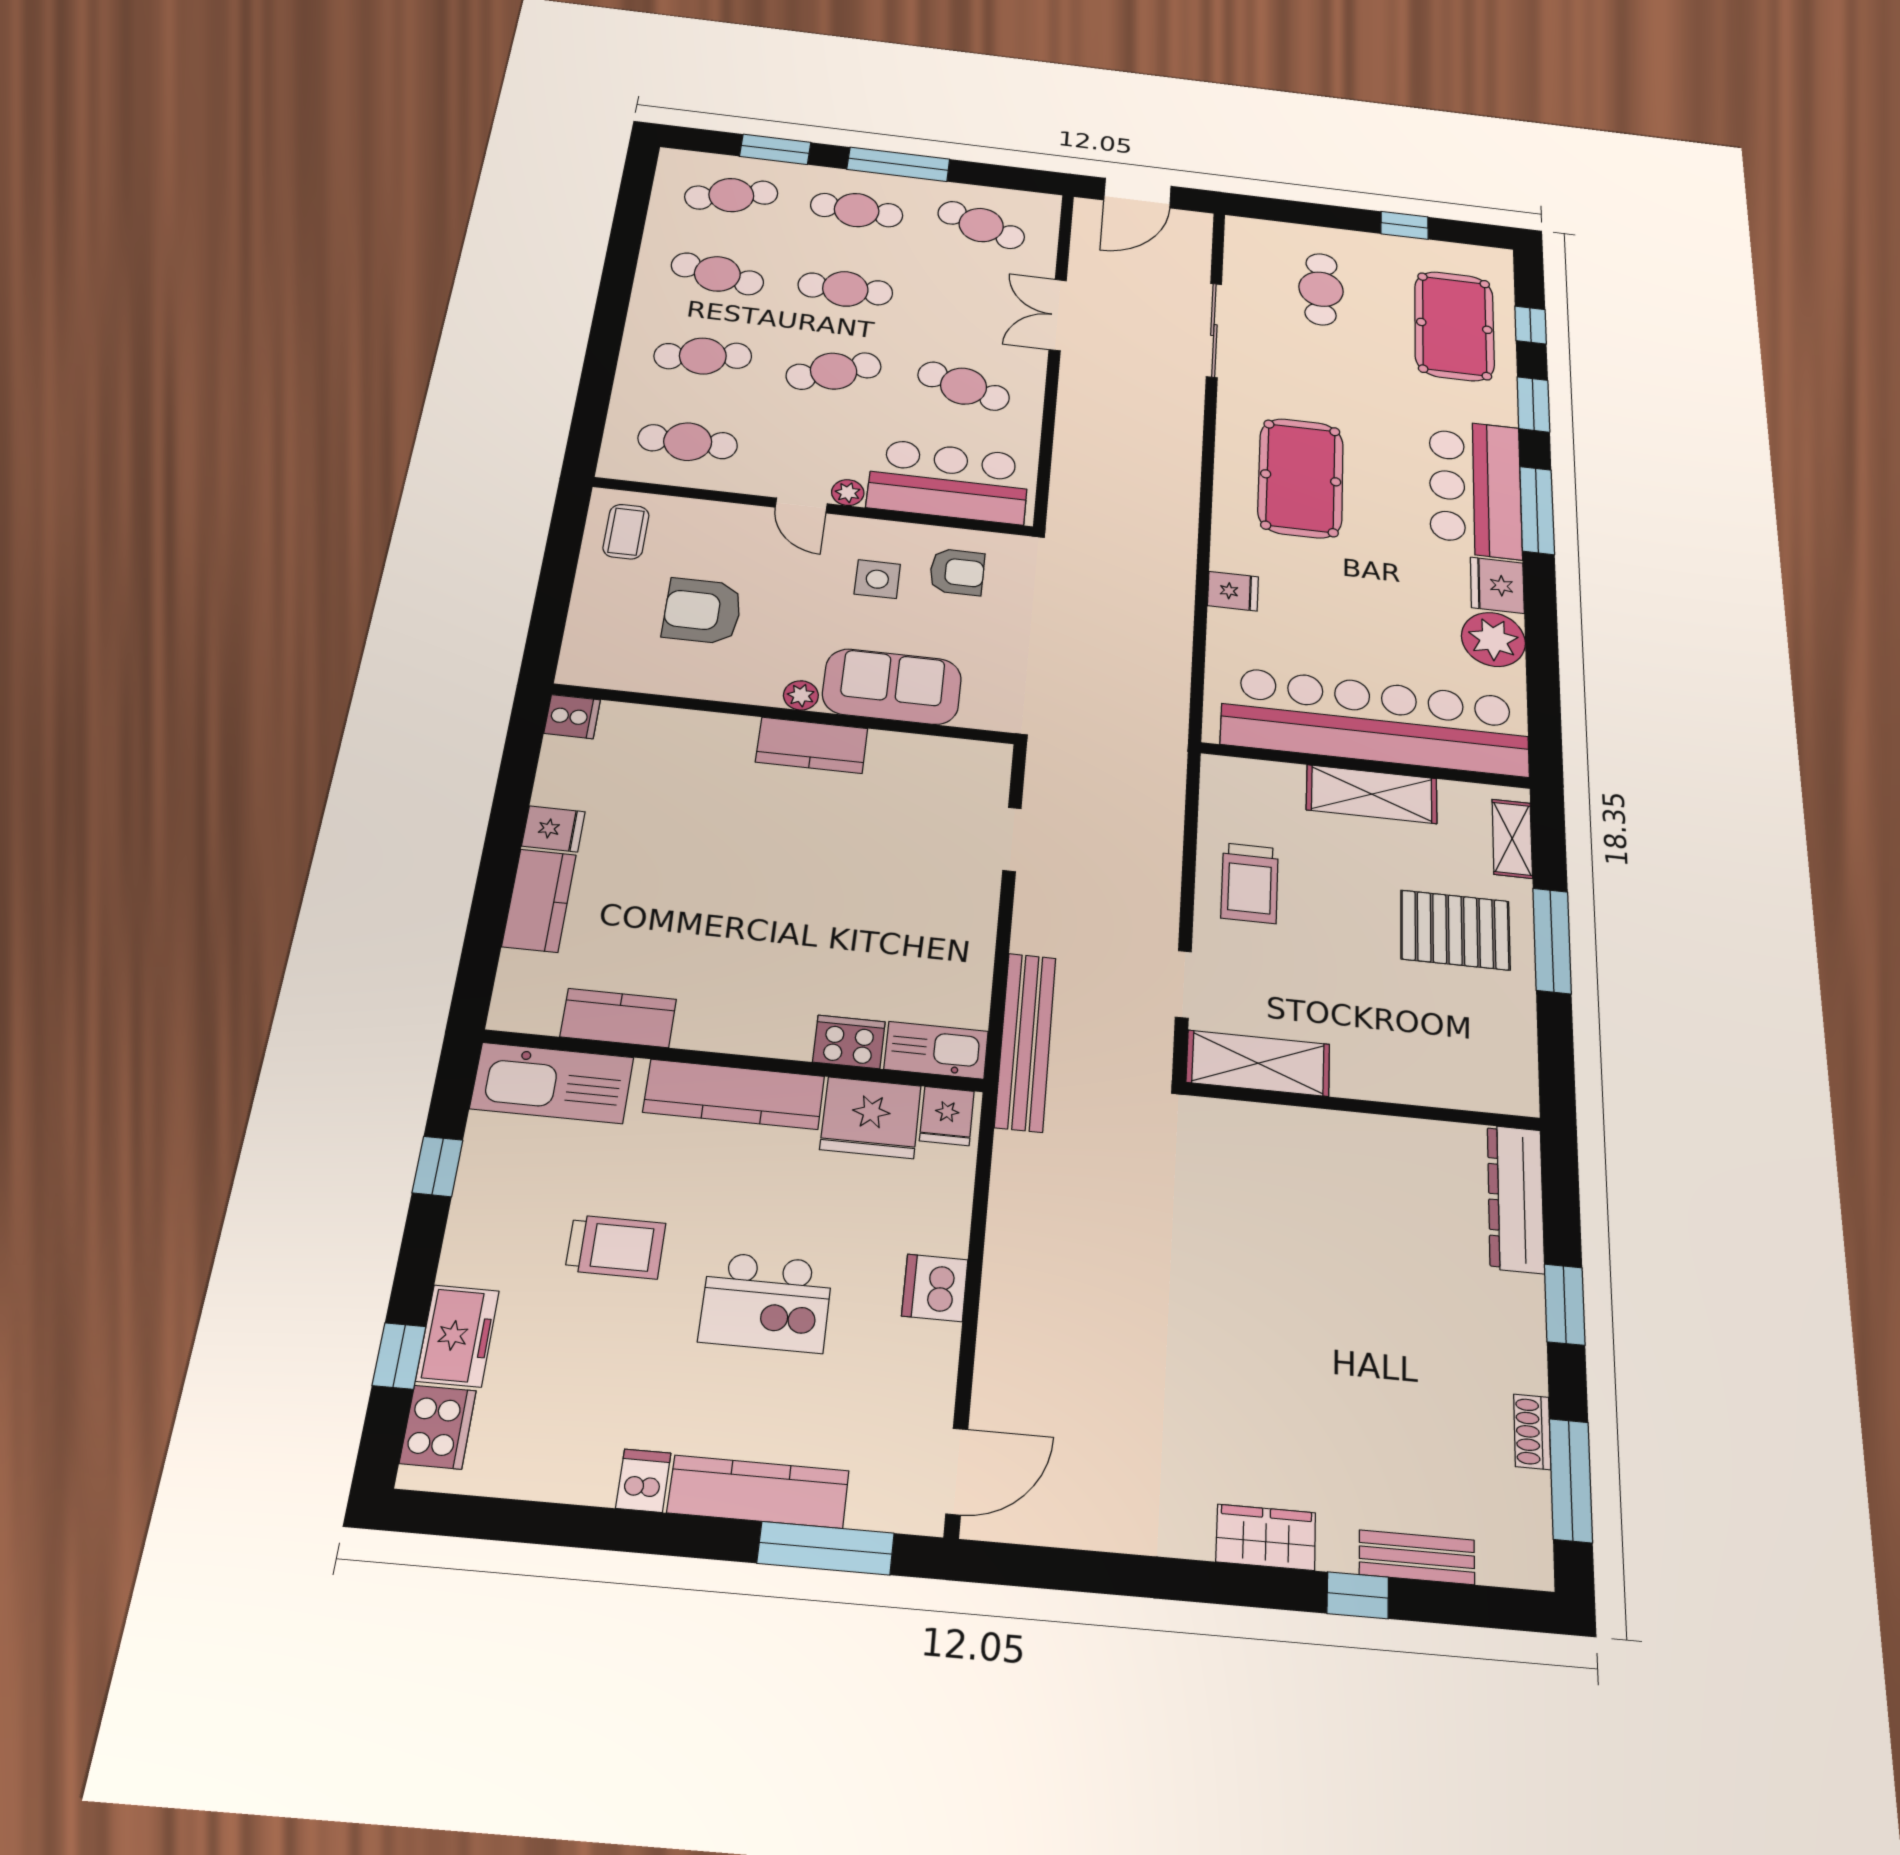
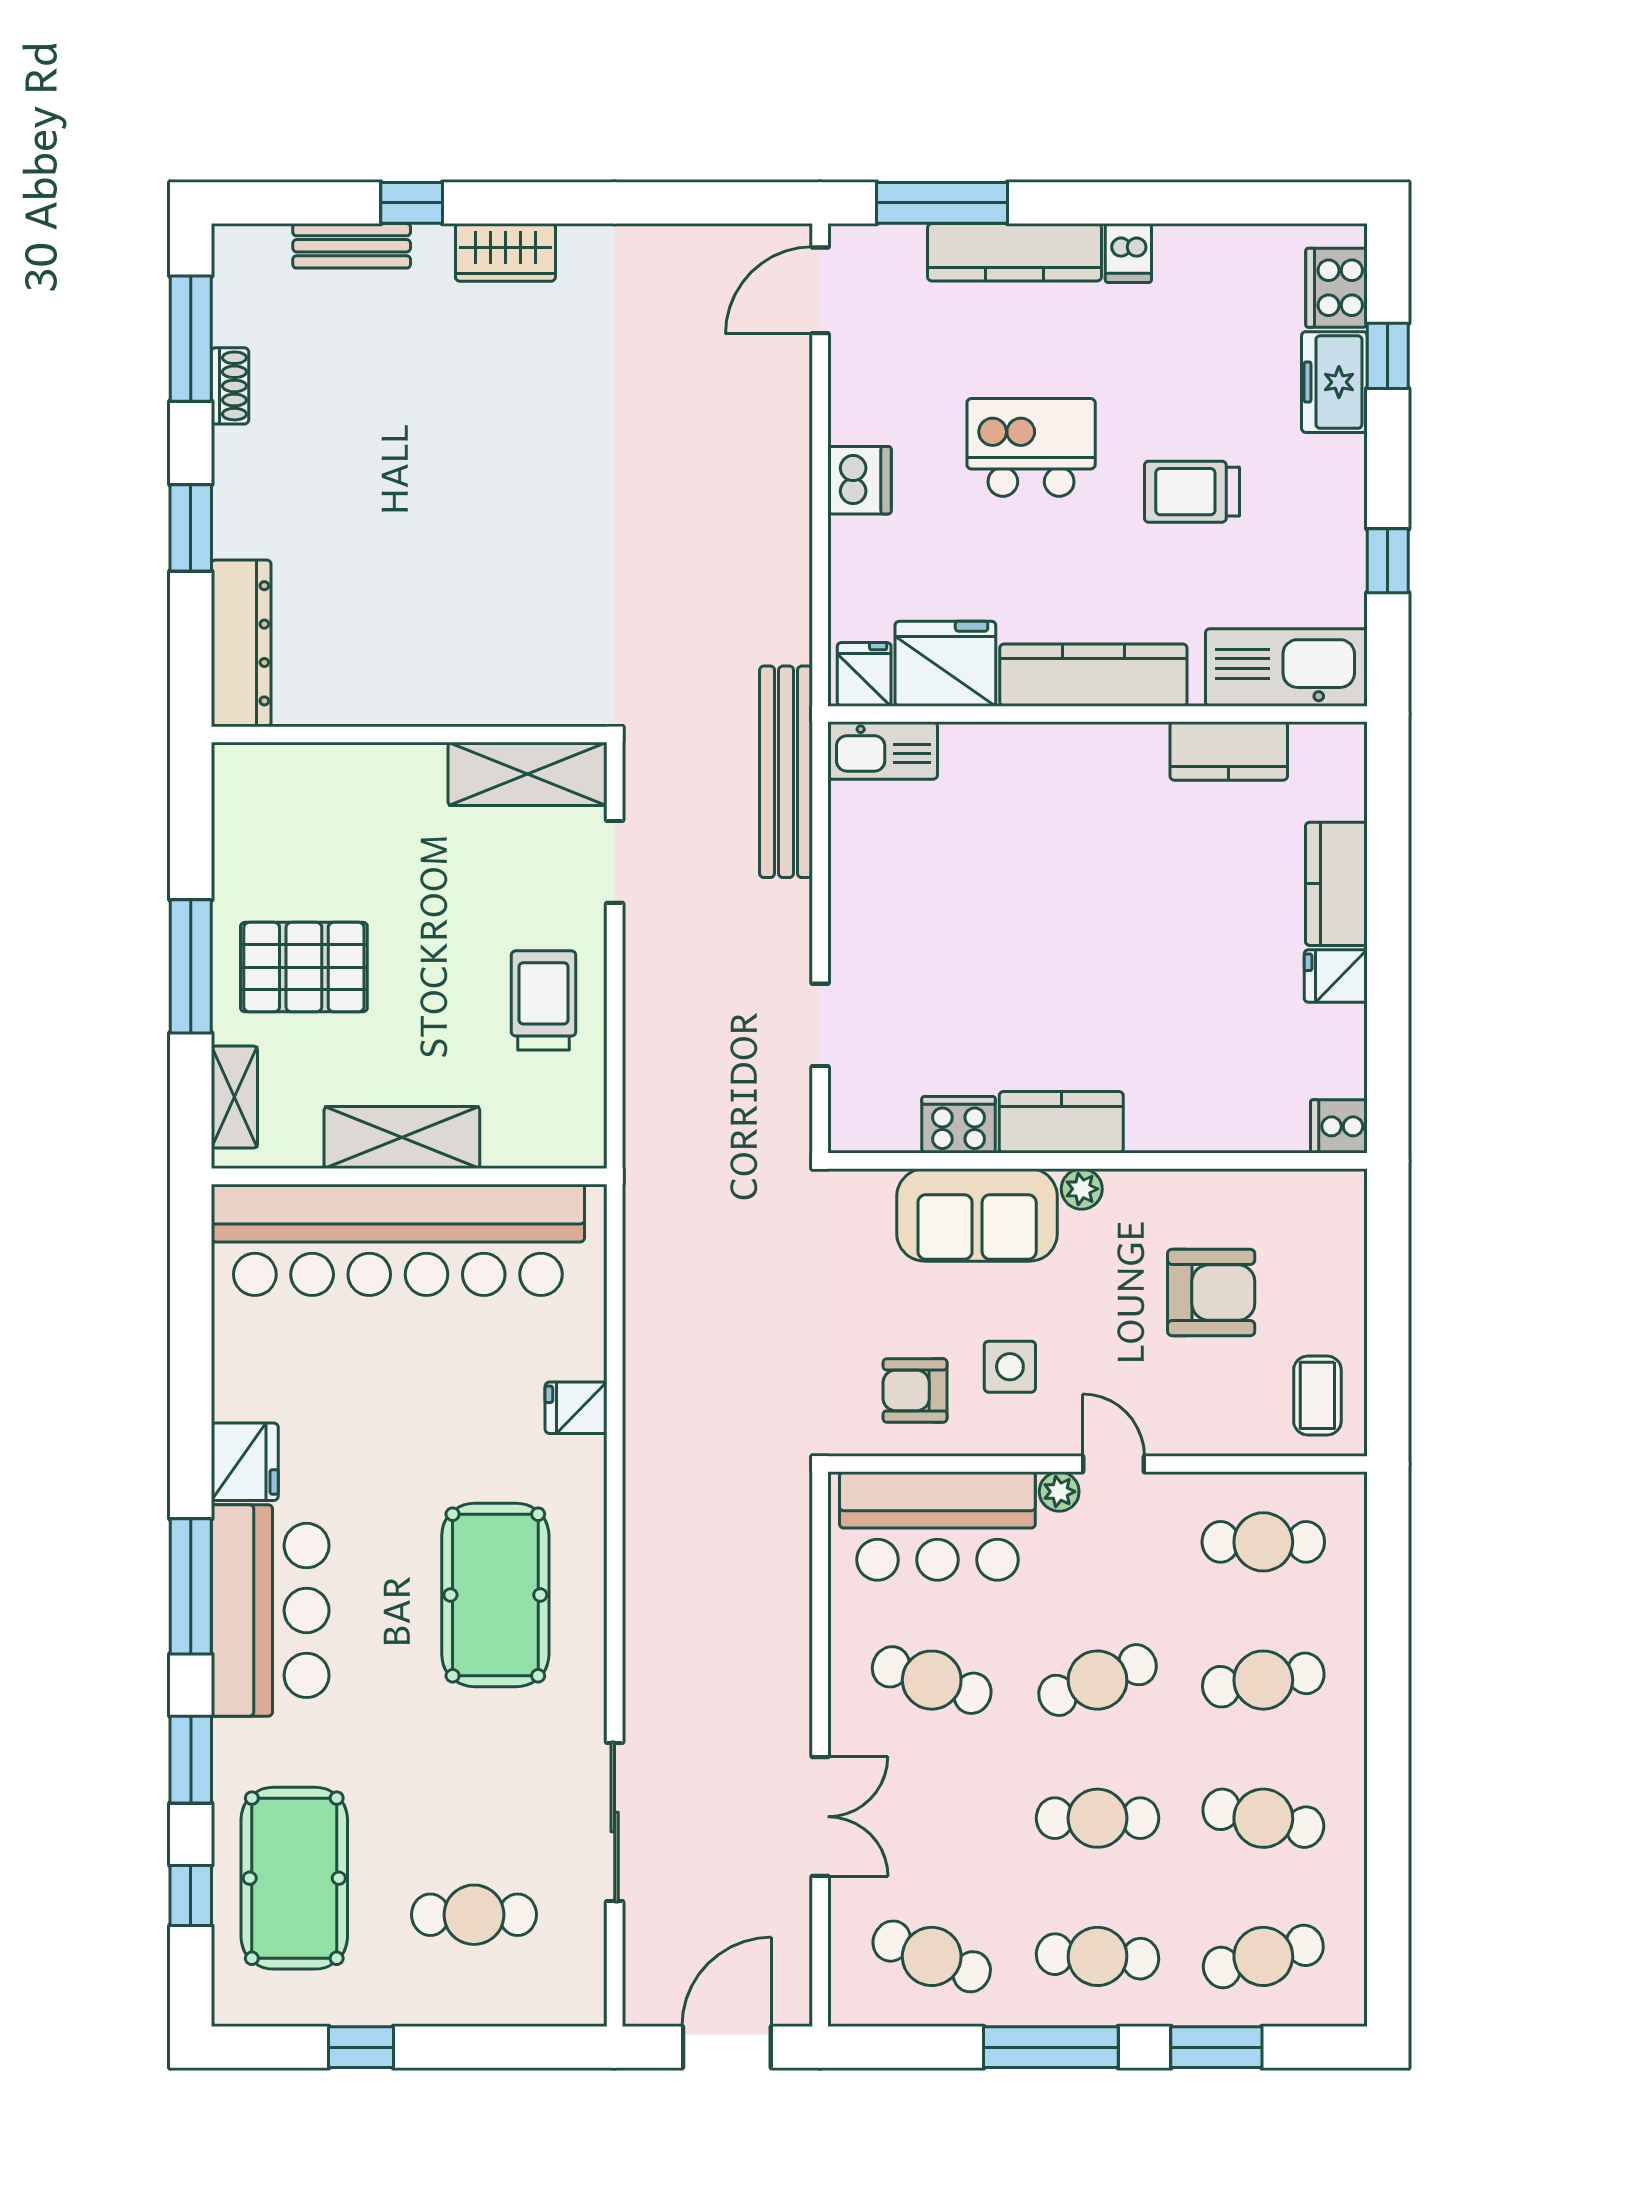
cafe table: (1321, 289) -> (474, 1915), turned 90
plant: (1493, 639) -> (251, 1379), removed
cooker: (849, 1042) -> (959, 1125), moved, turned 180

